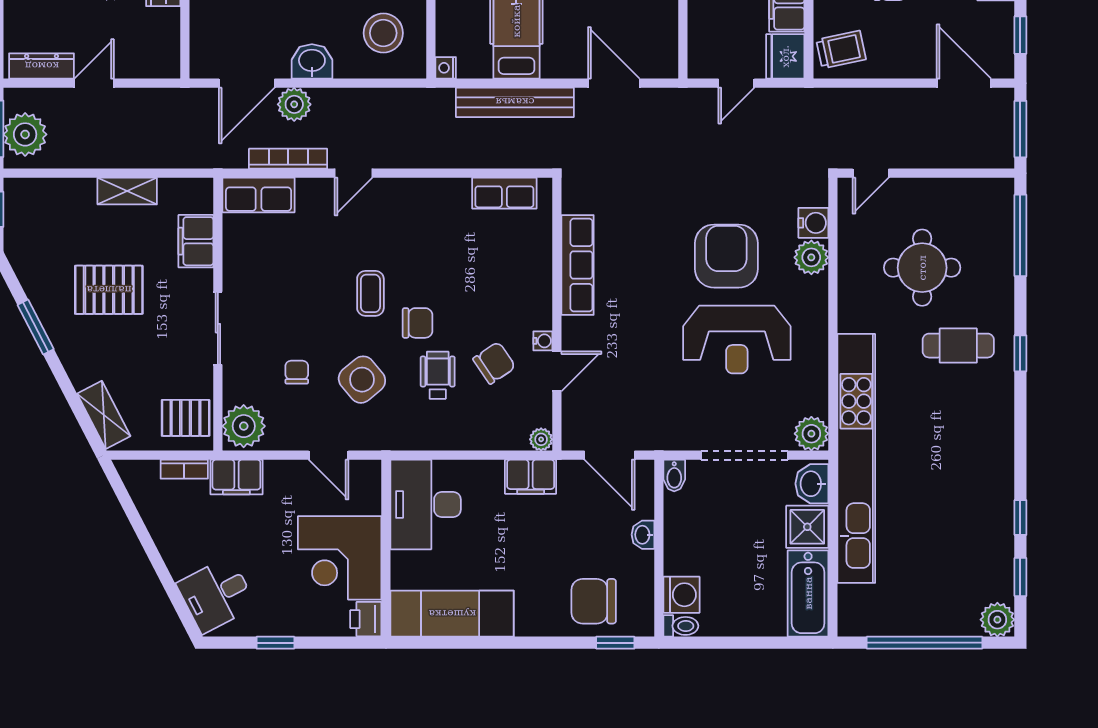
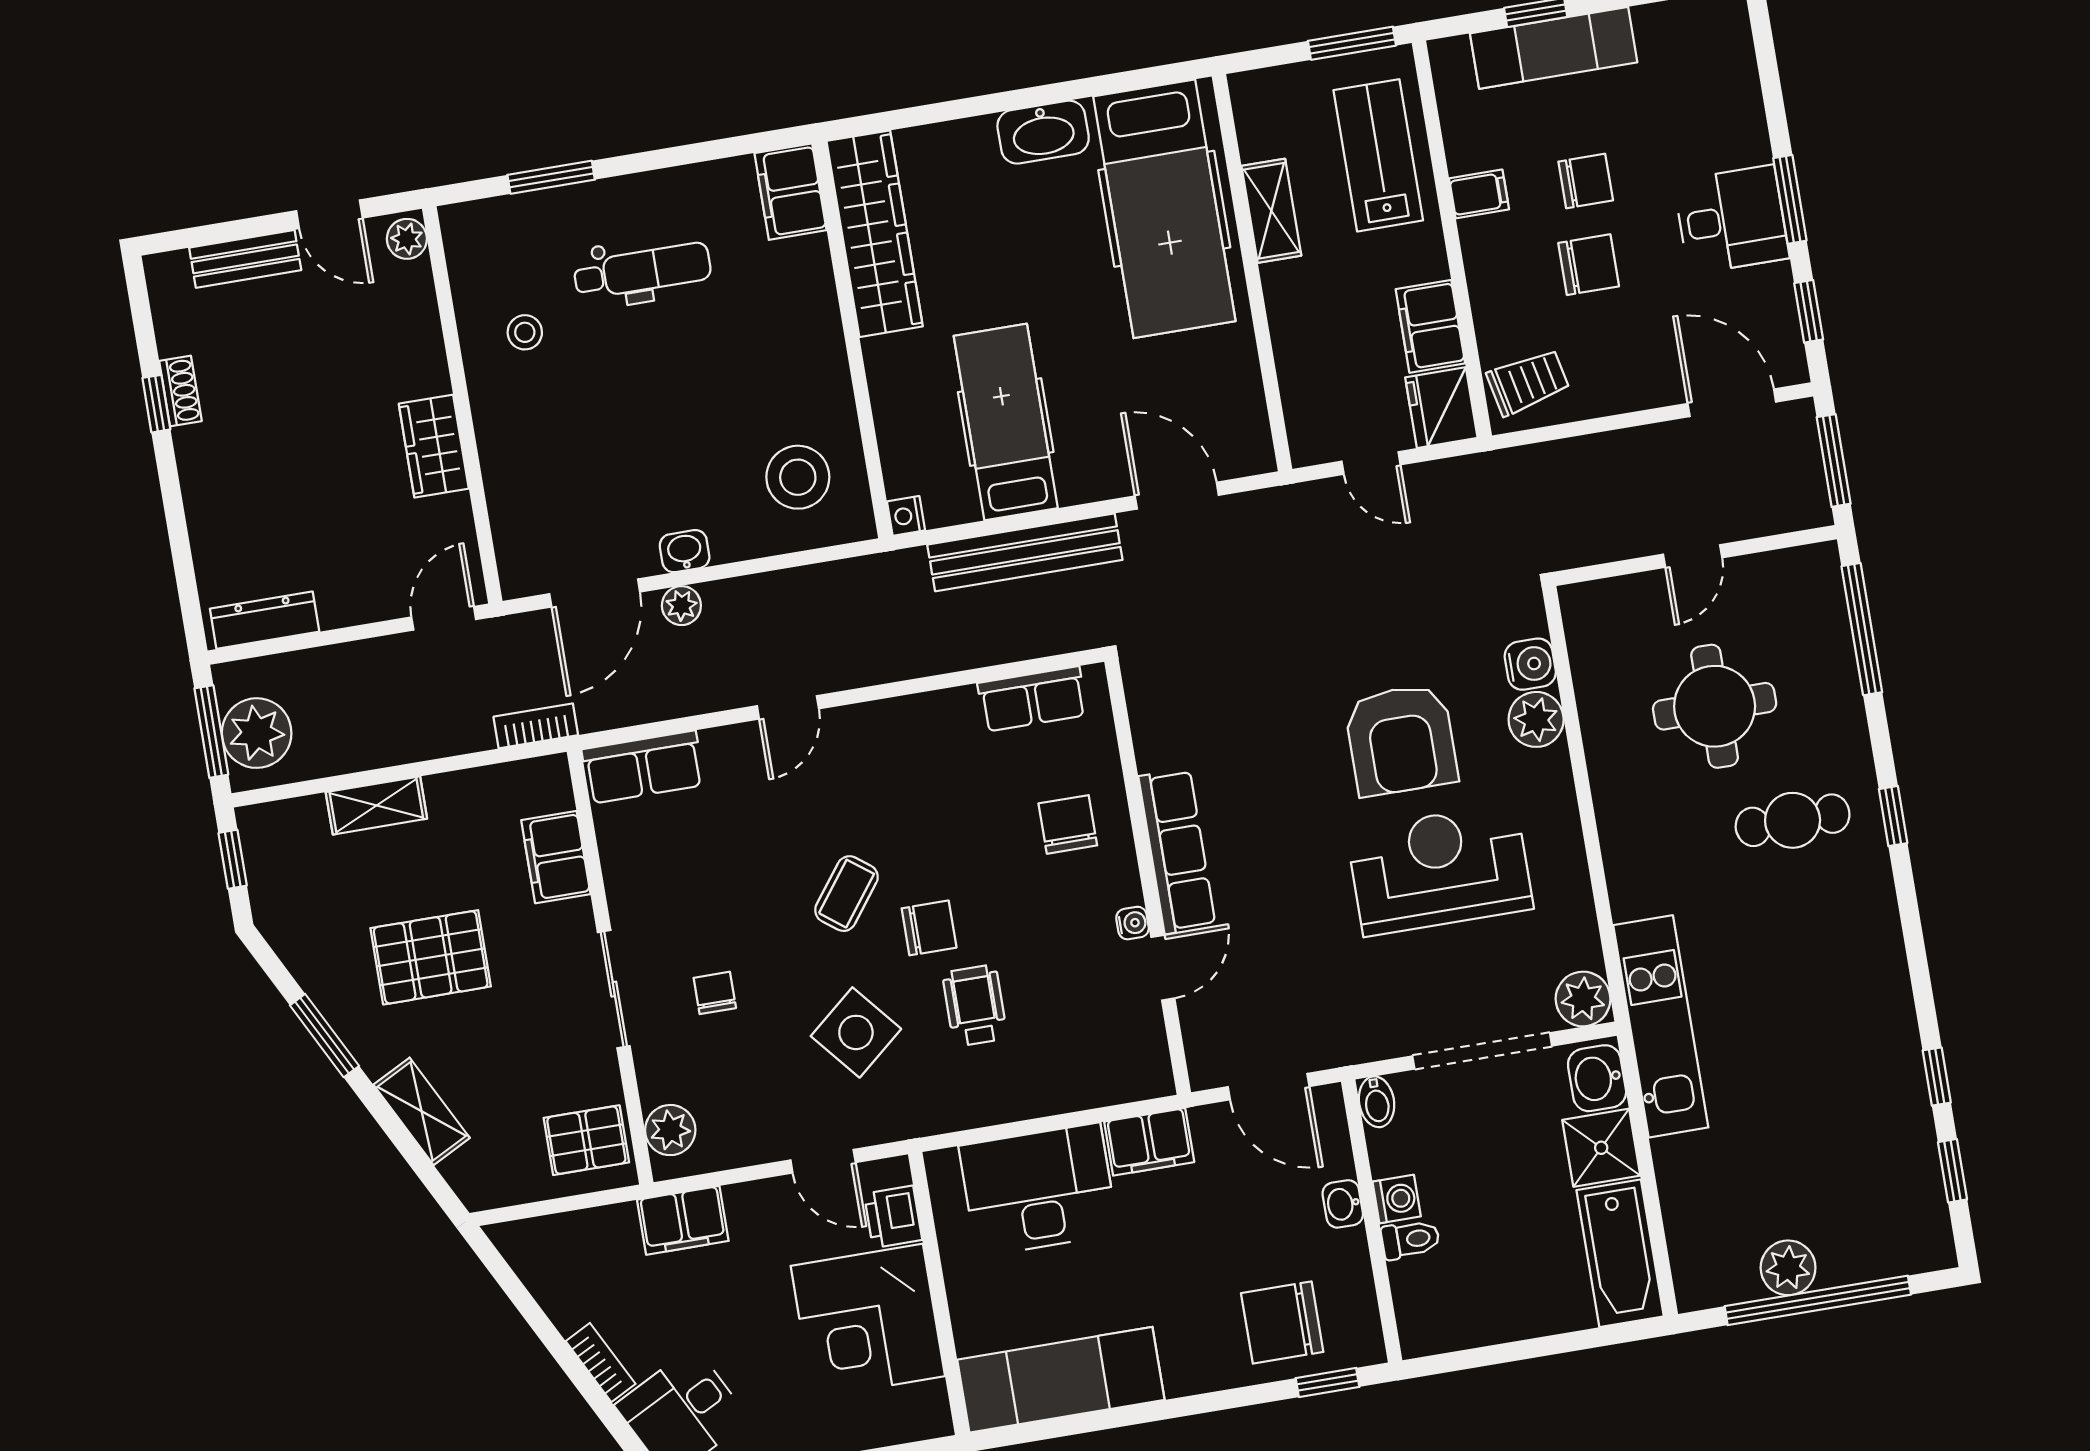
washbasin: (312, 61) -> (685, 551), width x0.72, depth x0.69
door: (94, 83) -> (444, 618), moved
door: (736, 83) -> (1371, 463), hinge flipped
plant: (294, 104) -> (681, 606), width x0.73, depth x0.73
bookcase: (288, 159) -> (536, 726), moved, width x0.64
door: (871, 173) -> (1693, 556), moved
shelving: (127, 191) -> (376, 805), moved
armchair: (726, 256) -> (1401, 740), turned 180
row of seats: (578, 265) -> (1177, 851), moved
coffee table: (370, 293) -> (846, 894), turned 37
reception desk: (737, 340) -> (1440, 869), turned 180
chair: (494, 363) -> (1068, 824), moved, turned -56
chair: (297, 372) -> (715, 993), moved
shelving: (104, 415) -> (422, 1111), moved
plant: (244, 426) -> (670, 1130), width x0.73, depth x0.73
plant: (541, 439) -> (1156, 1080), removed
kitchen unit: (856, 458) -> (1661, 1026), width x0.54
bookcase: (184, 469) -> (601, 1362), moved, turned -117
desk: (426, 504) -> (1038, 1190), moved, turned 90
washing machine: (681, 595) -> (1397, 1199), moved, width x0.73, depth x0.73
printer: (366, 619) -> (893, 1217), moved
plant: (997, 620) -> (1788, 1268), moved
toilet: (681, 626) -> (1410, 1239), moved

